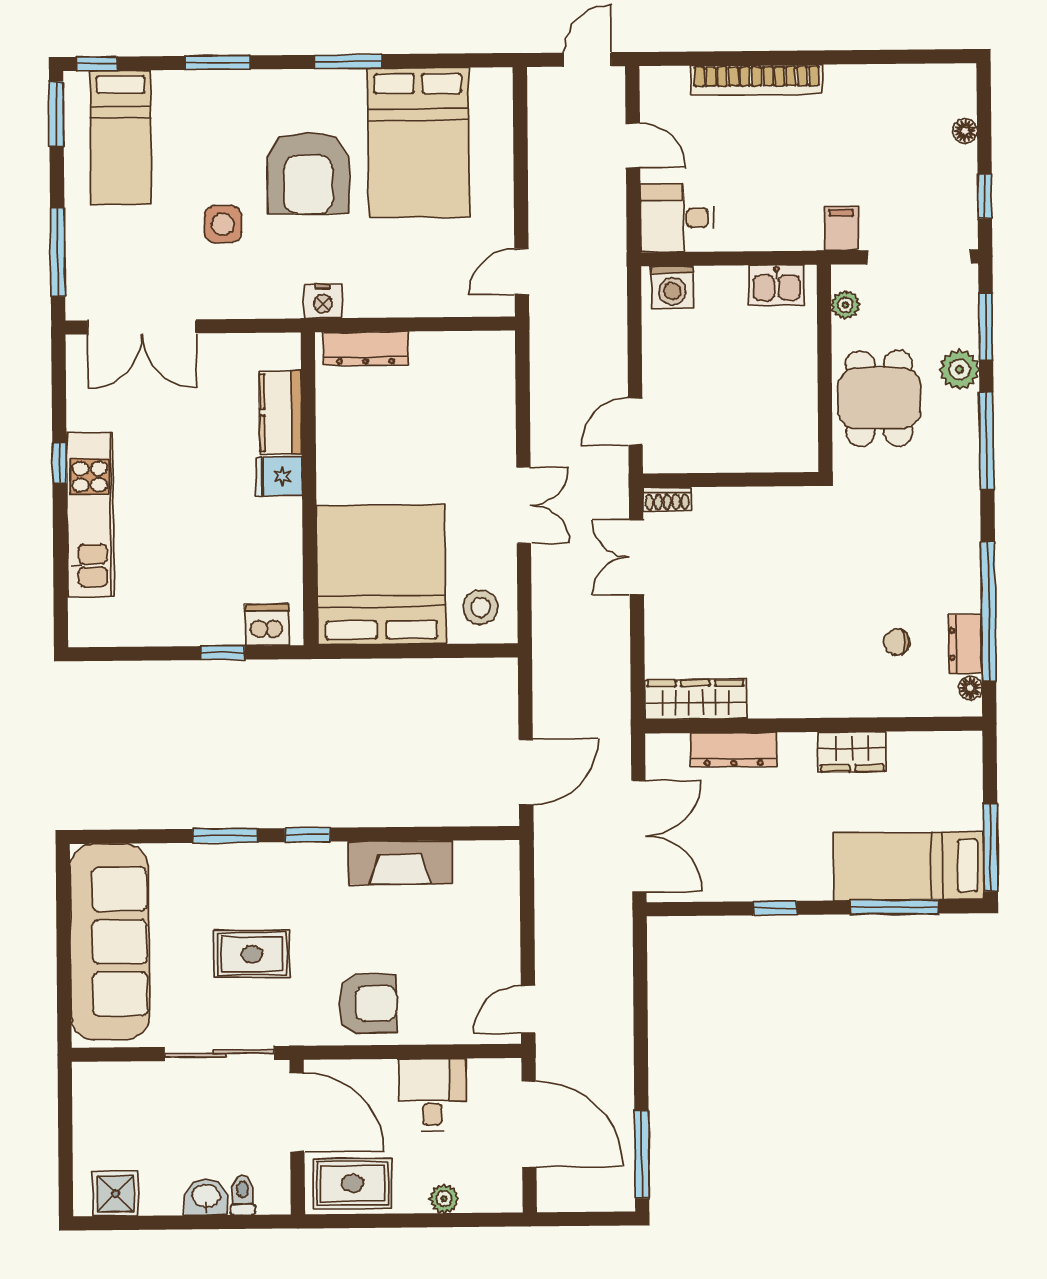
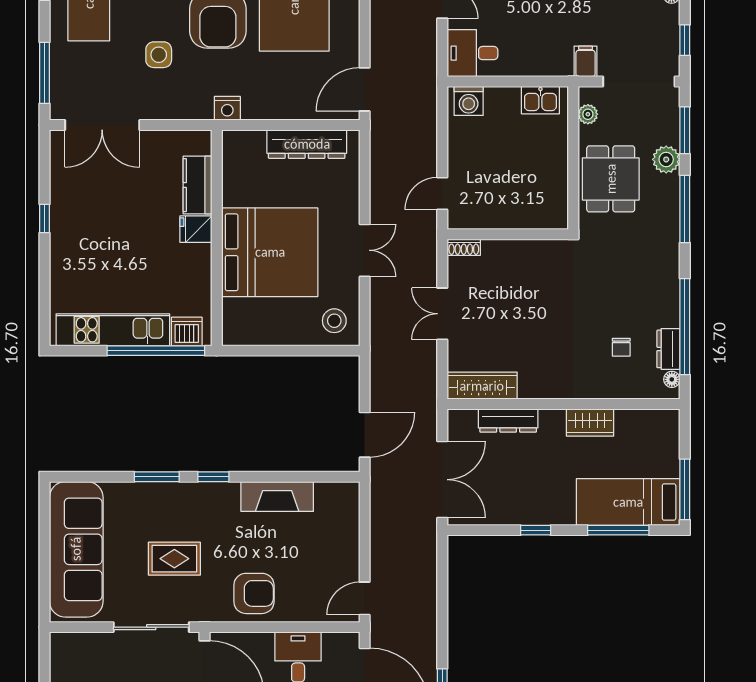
door: (522, 272) -> (365, 89), width x1.38
dresser: (365, 348) -> (307, 144), moved, width x1.37, depth x1.24
kitchen unit: (90, 515) -> (113, 330), moved, turned -90
double door: (637, 557) -> (442, 314), moved
bed: (381, 575) -> (270, 252), moved, turned 90
chair: (897, 642) -> (621, 347), turned -90
window: (222, 653) -> (156, 351), width x3.17

